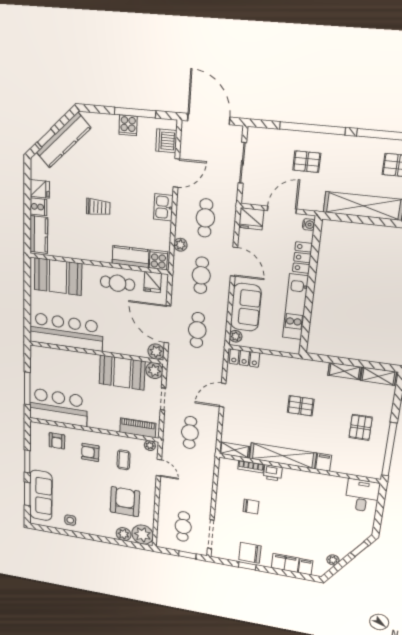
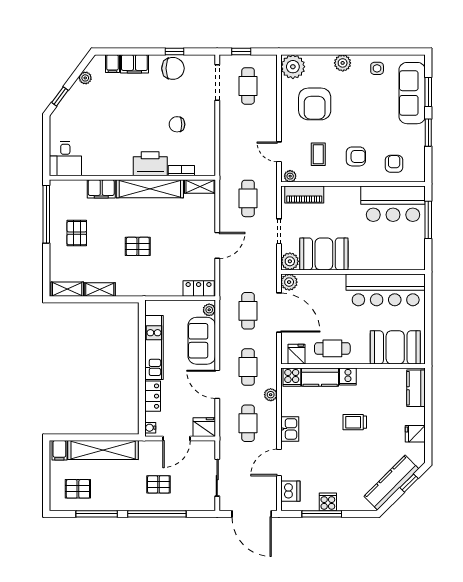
cooker: (38, 207) -> (348, 377), moved, turned -90
filing cabinet: (324, 462) -> (101, 189), width x2.00
printer: (273, 473) -> (150, 164), width x1.87, depth x1.48
plant: (124, 534) -> (343, 63), moved

